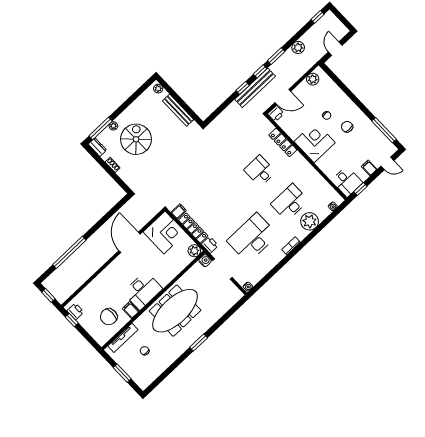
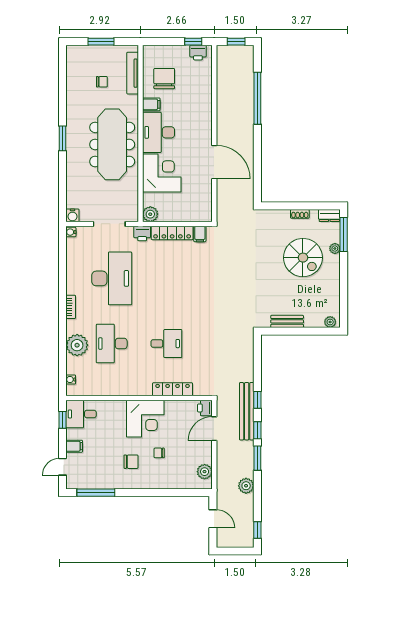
bench: (178, 110) -> (287, 321), width x0.73
desk: (290, 202) -> (112, 344), turned 180
corner desk: (164, 232) -> (162, 173), moved, turned 180
water cooler: (205, 261) -> (72, 215), moved

